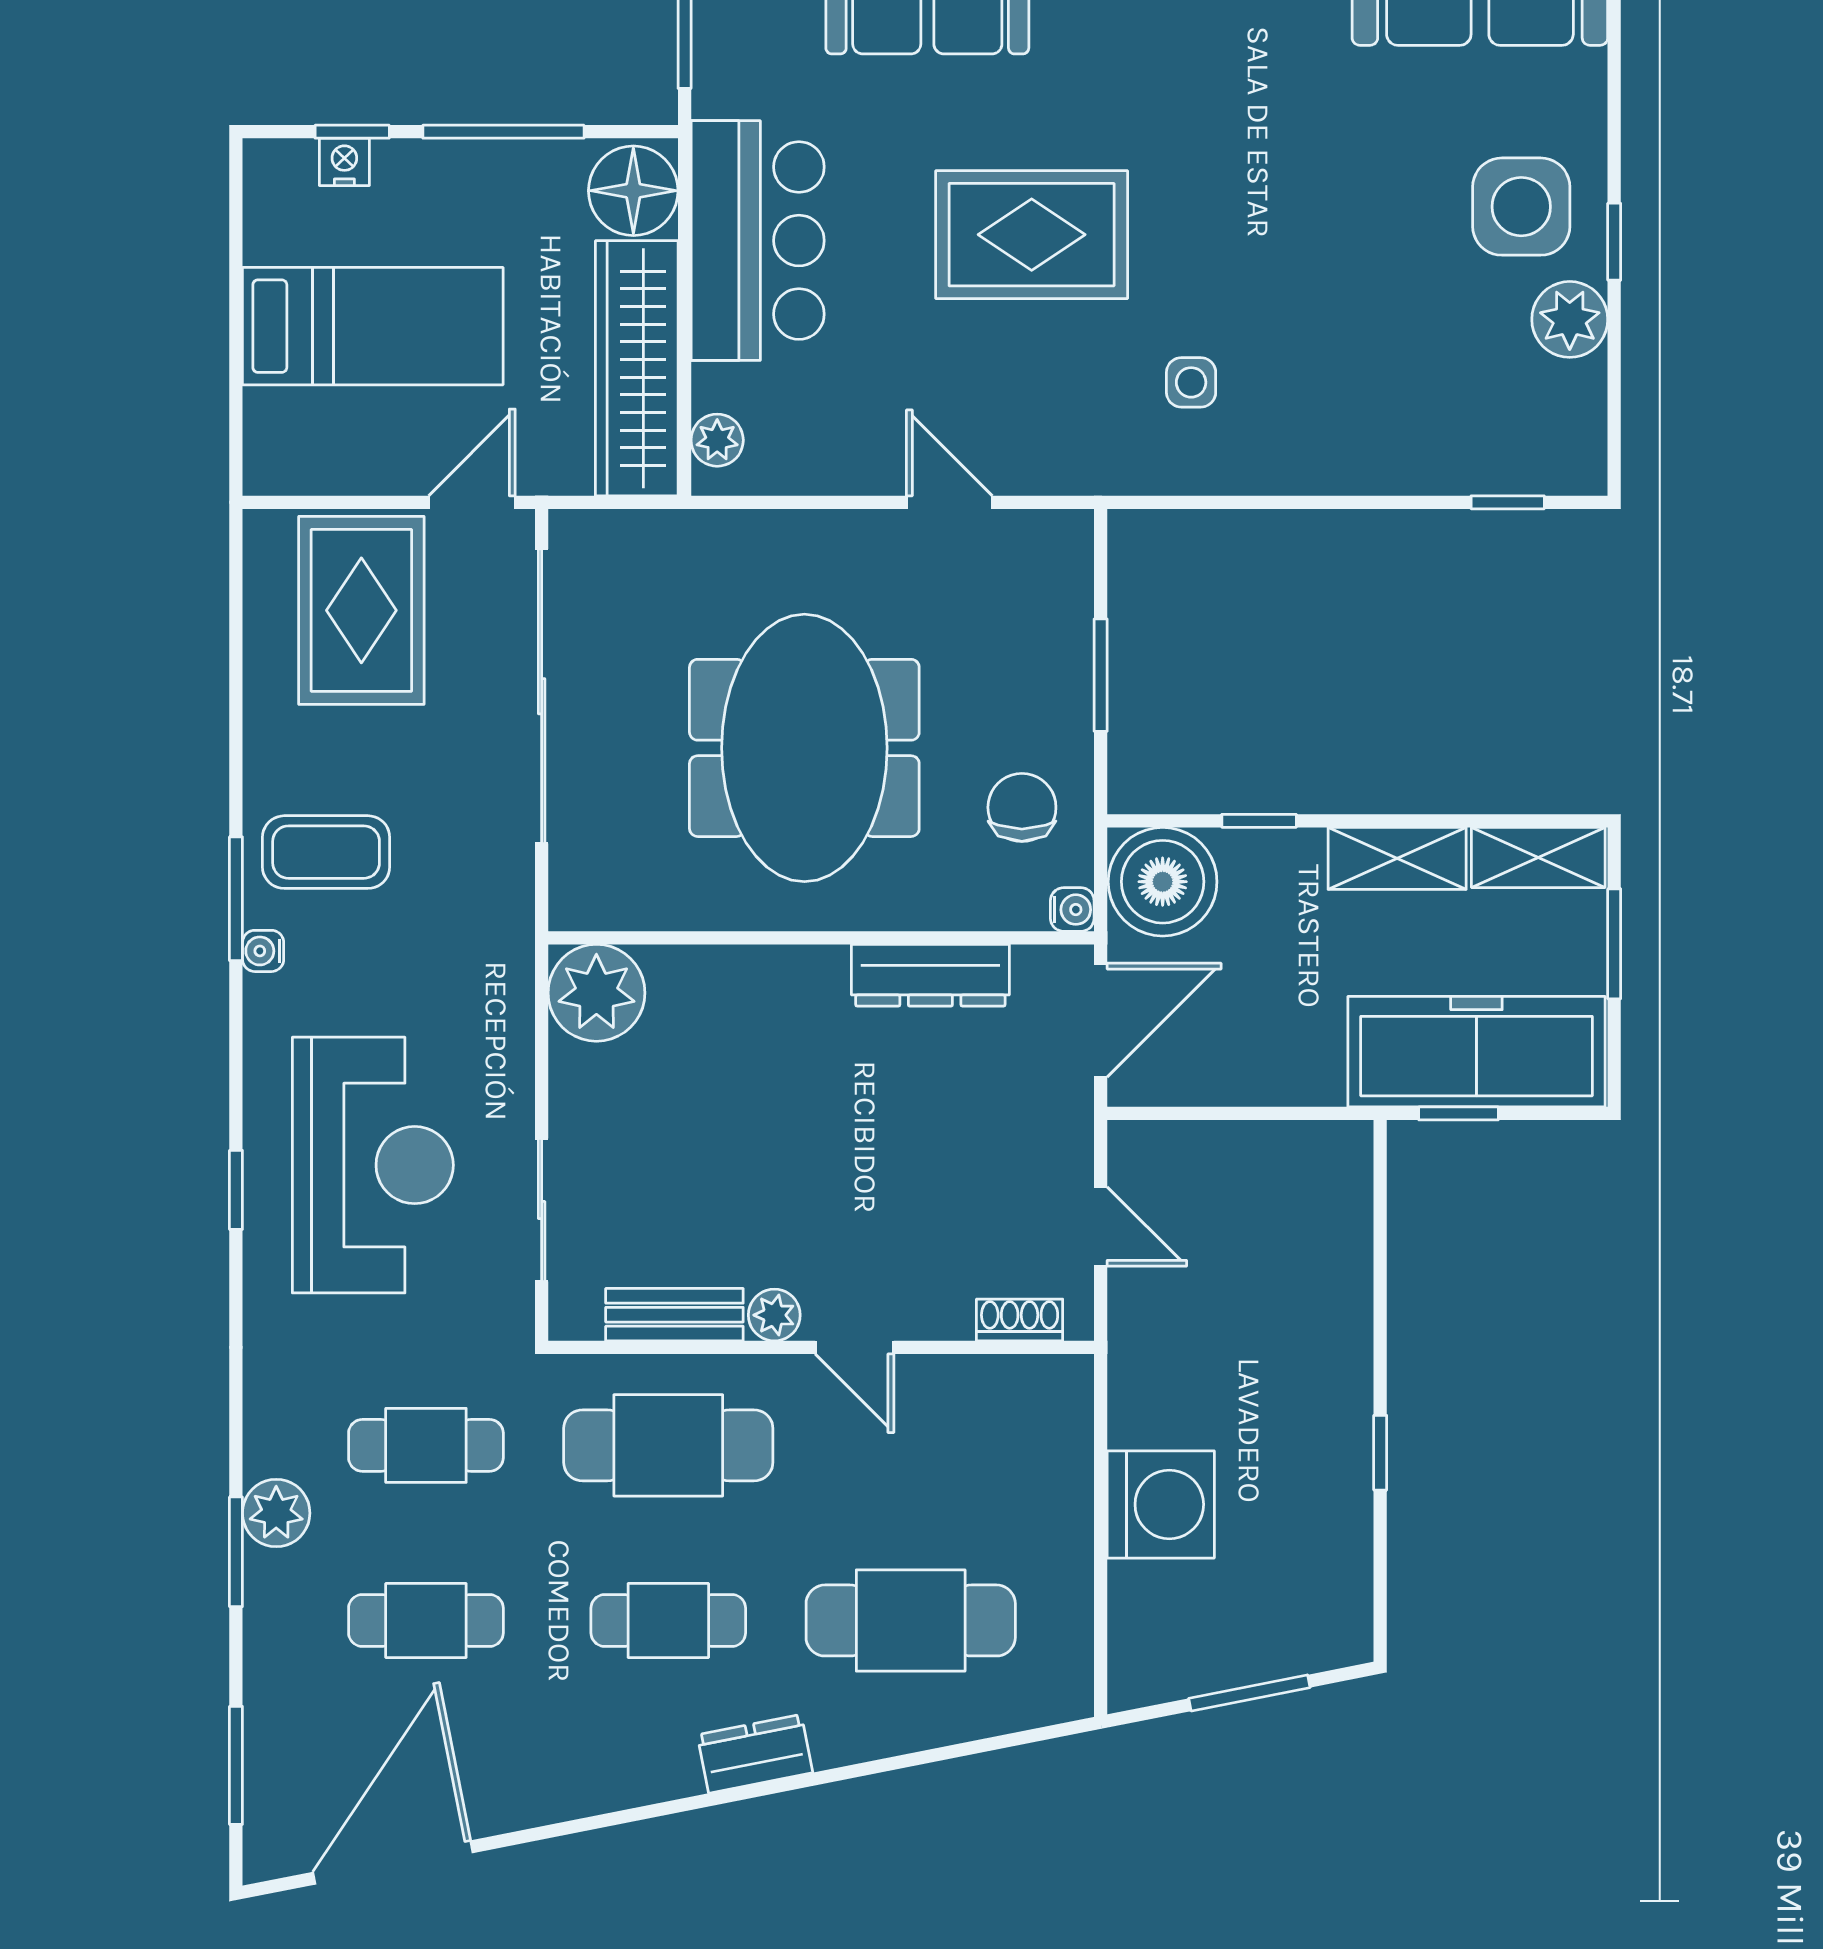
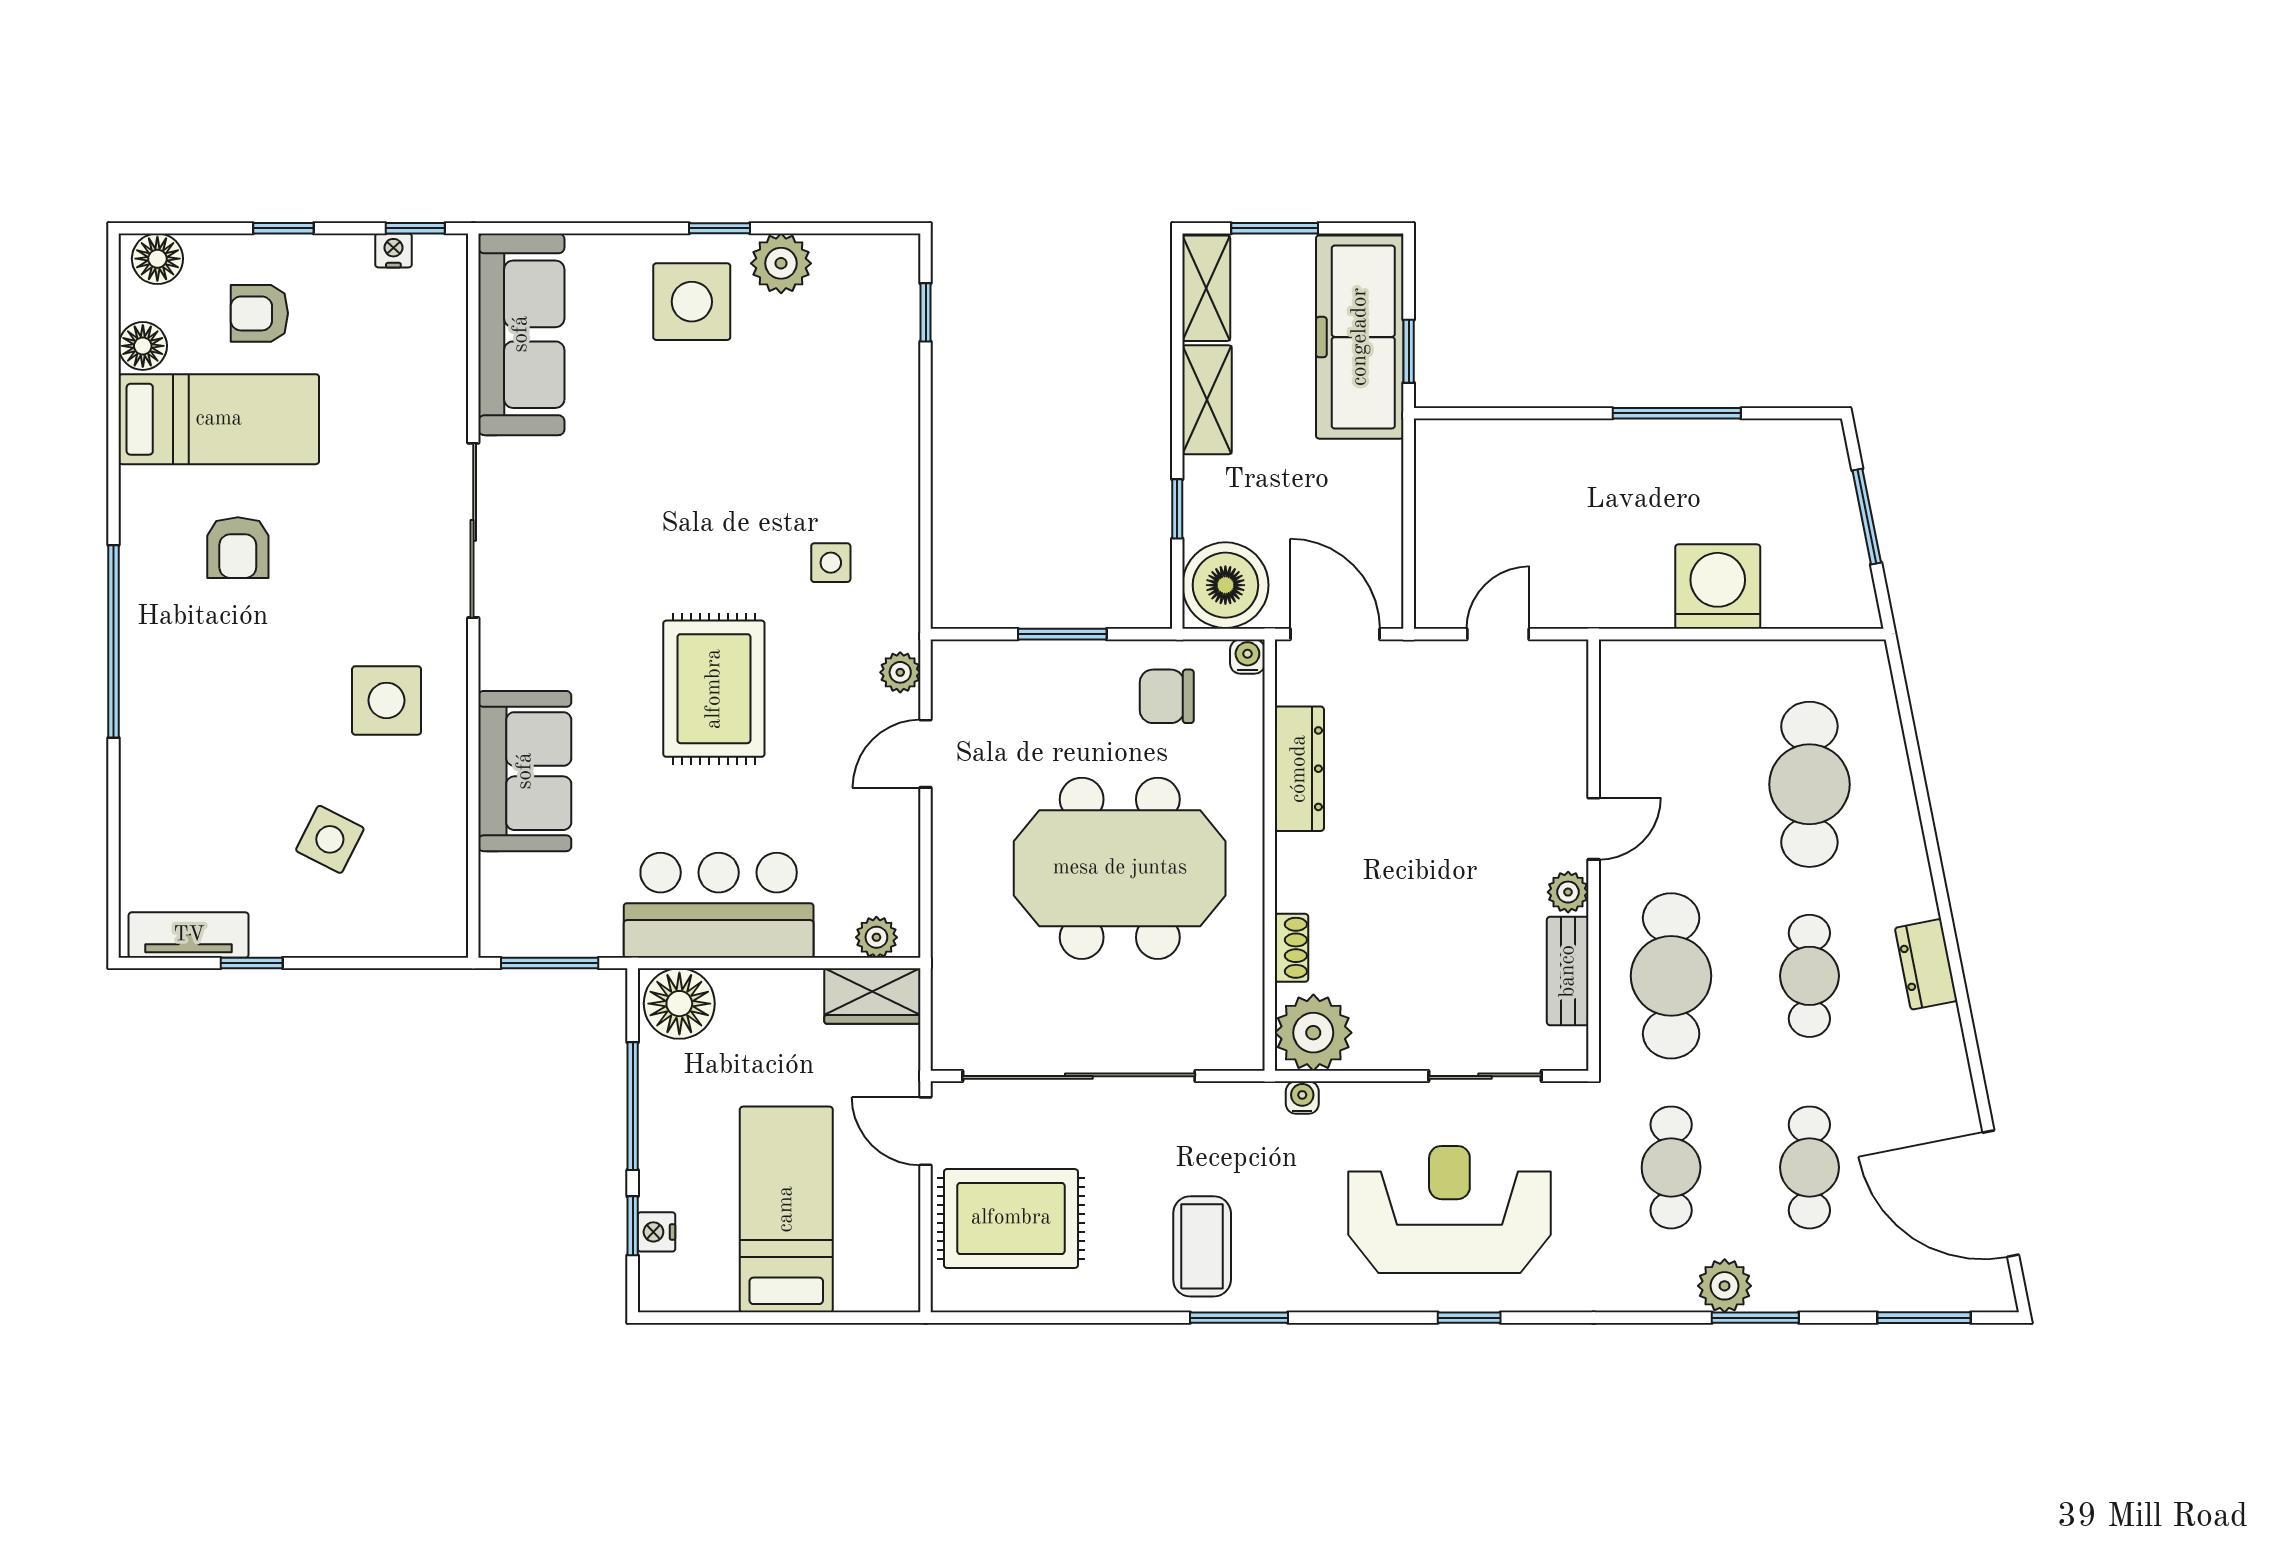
wardrobe: (637, 368) -> (872, 996), width x0.48, depth x0.85
plant: (1052, 470) -> (900, 672), added
water cooler: (263, 951) -> (1302, 1098), moved, turned 180
shoe rack: (1020, 1320) -> (1292, 948), moved, turned 180
window: (1380, 1453) -> (1677, 413), width x2.17
dresser: (755, 1754) -> (1926, 964), moved

